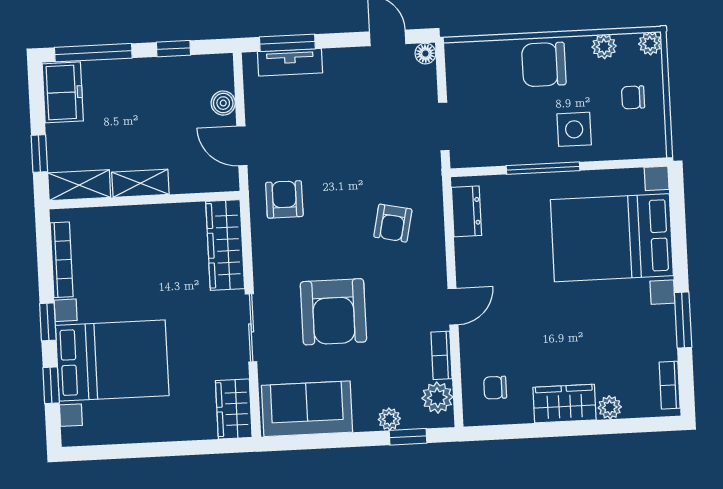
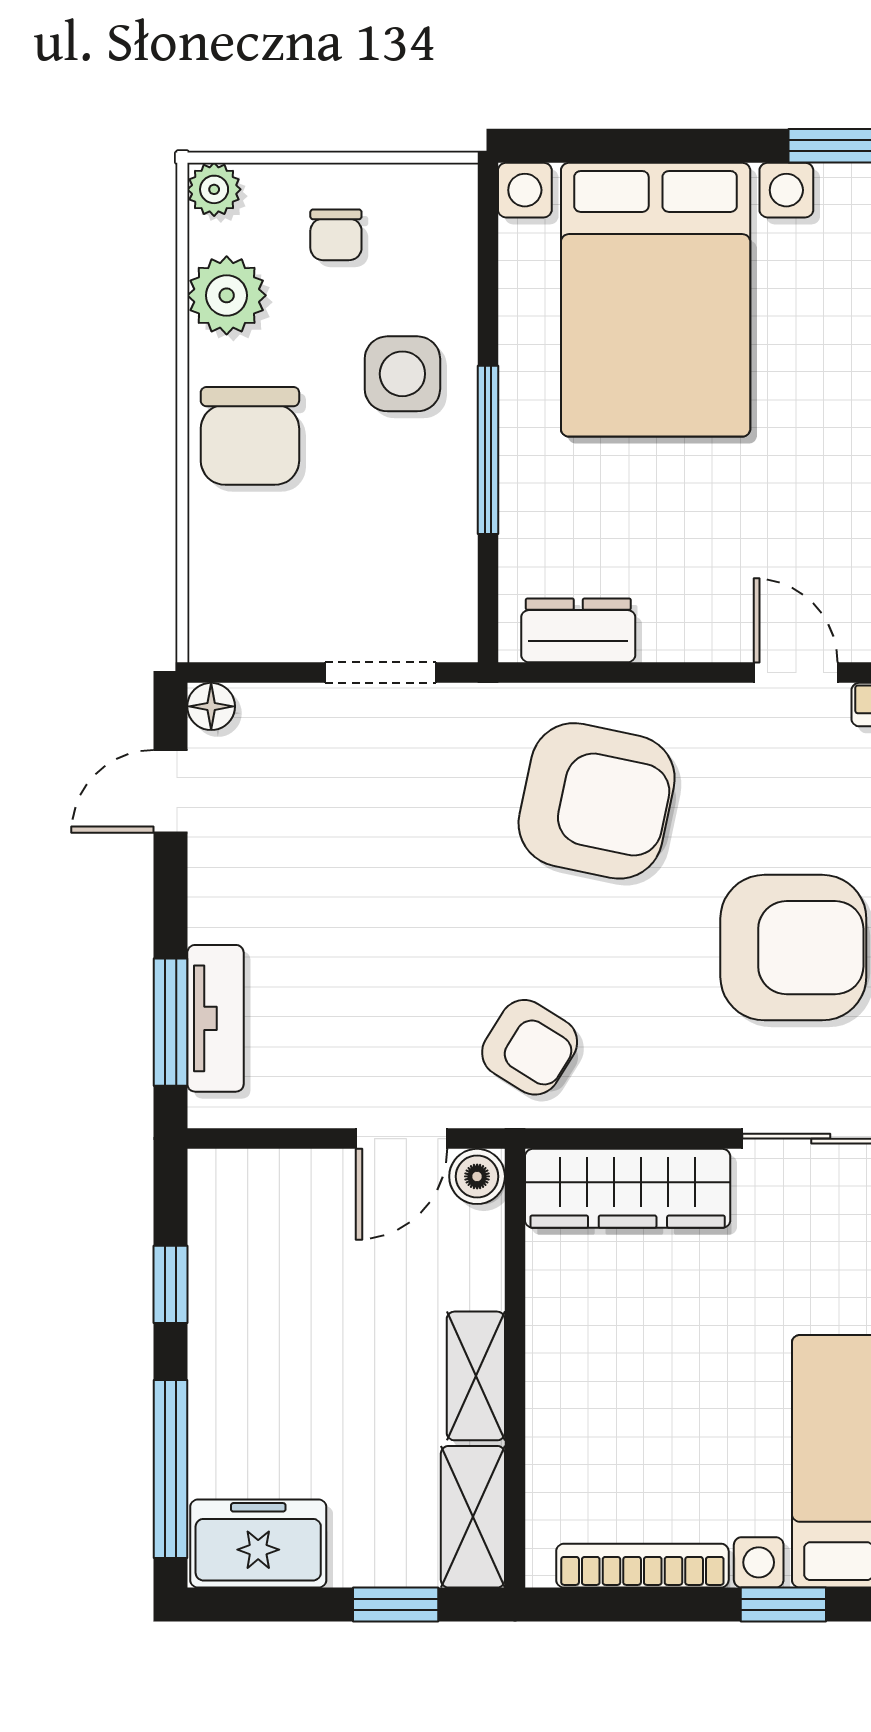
plant: (604, 47) -> (227, 295), width x1.38, depth x1.38
boiler: (223, 103) -> (477, 1176), moved
armchair: (284, 199) -> (530, 1047), turned -148
armchair: (393, 223) -> (597, 801), width x1.88, depth x1.88

